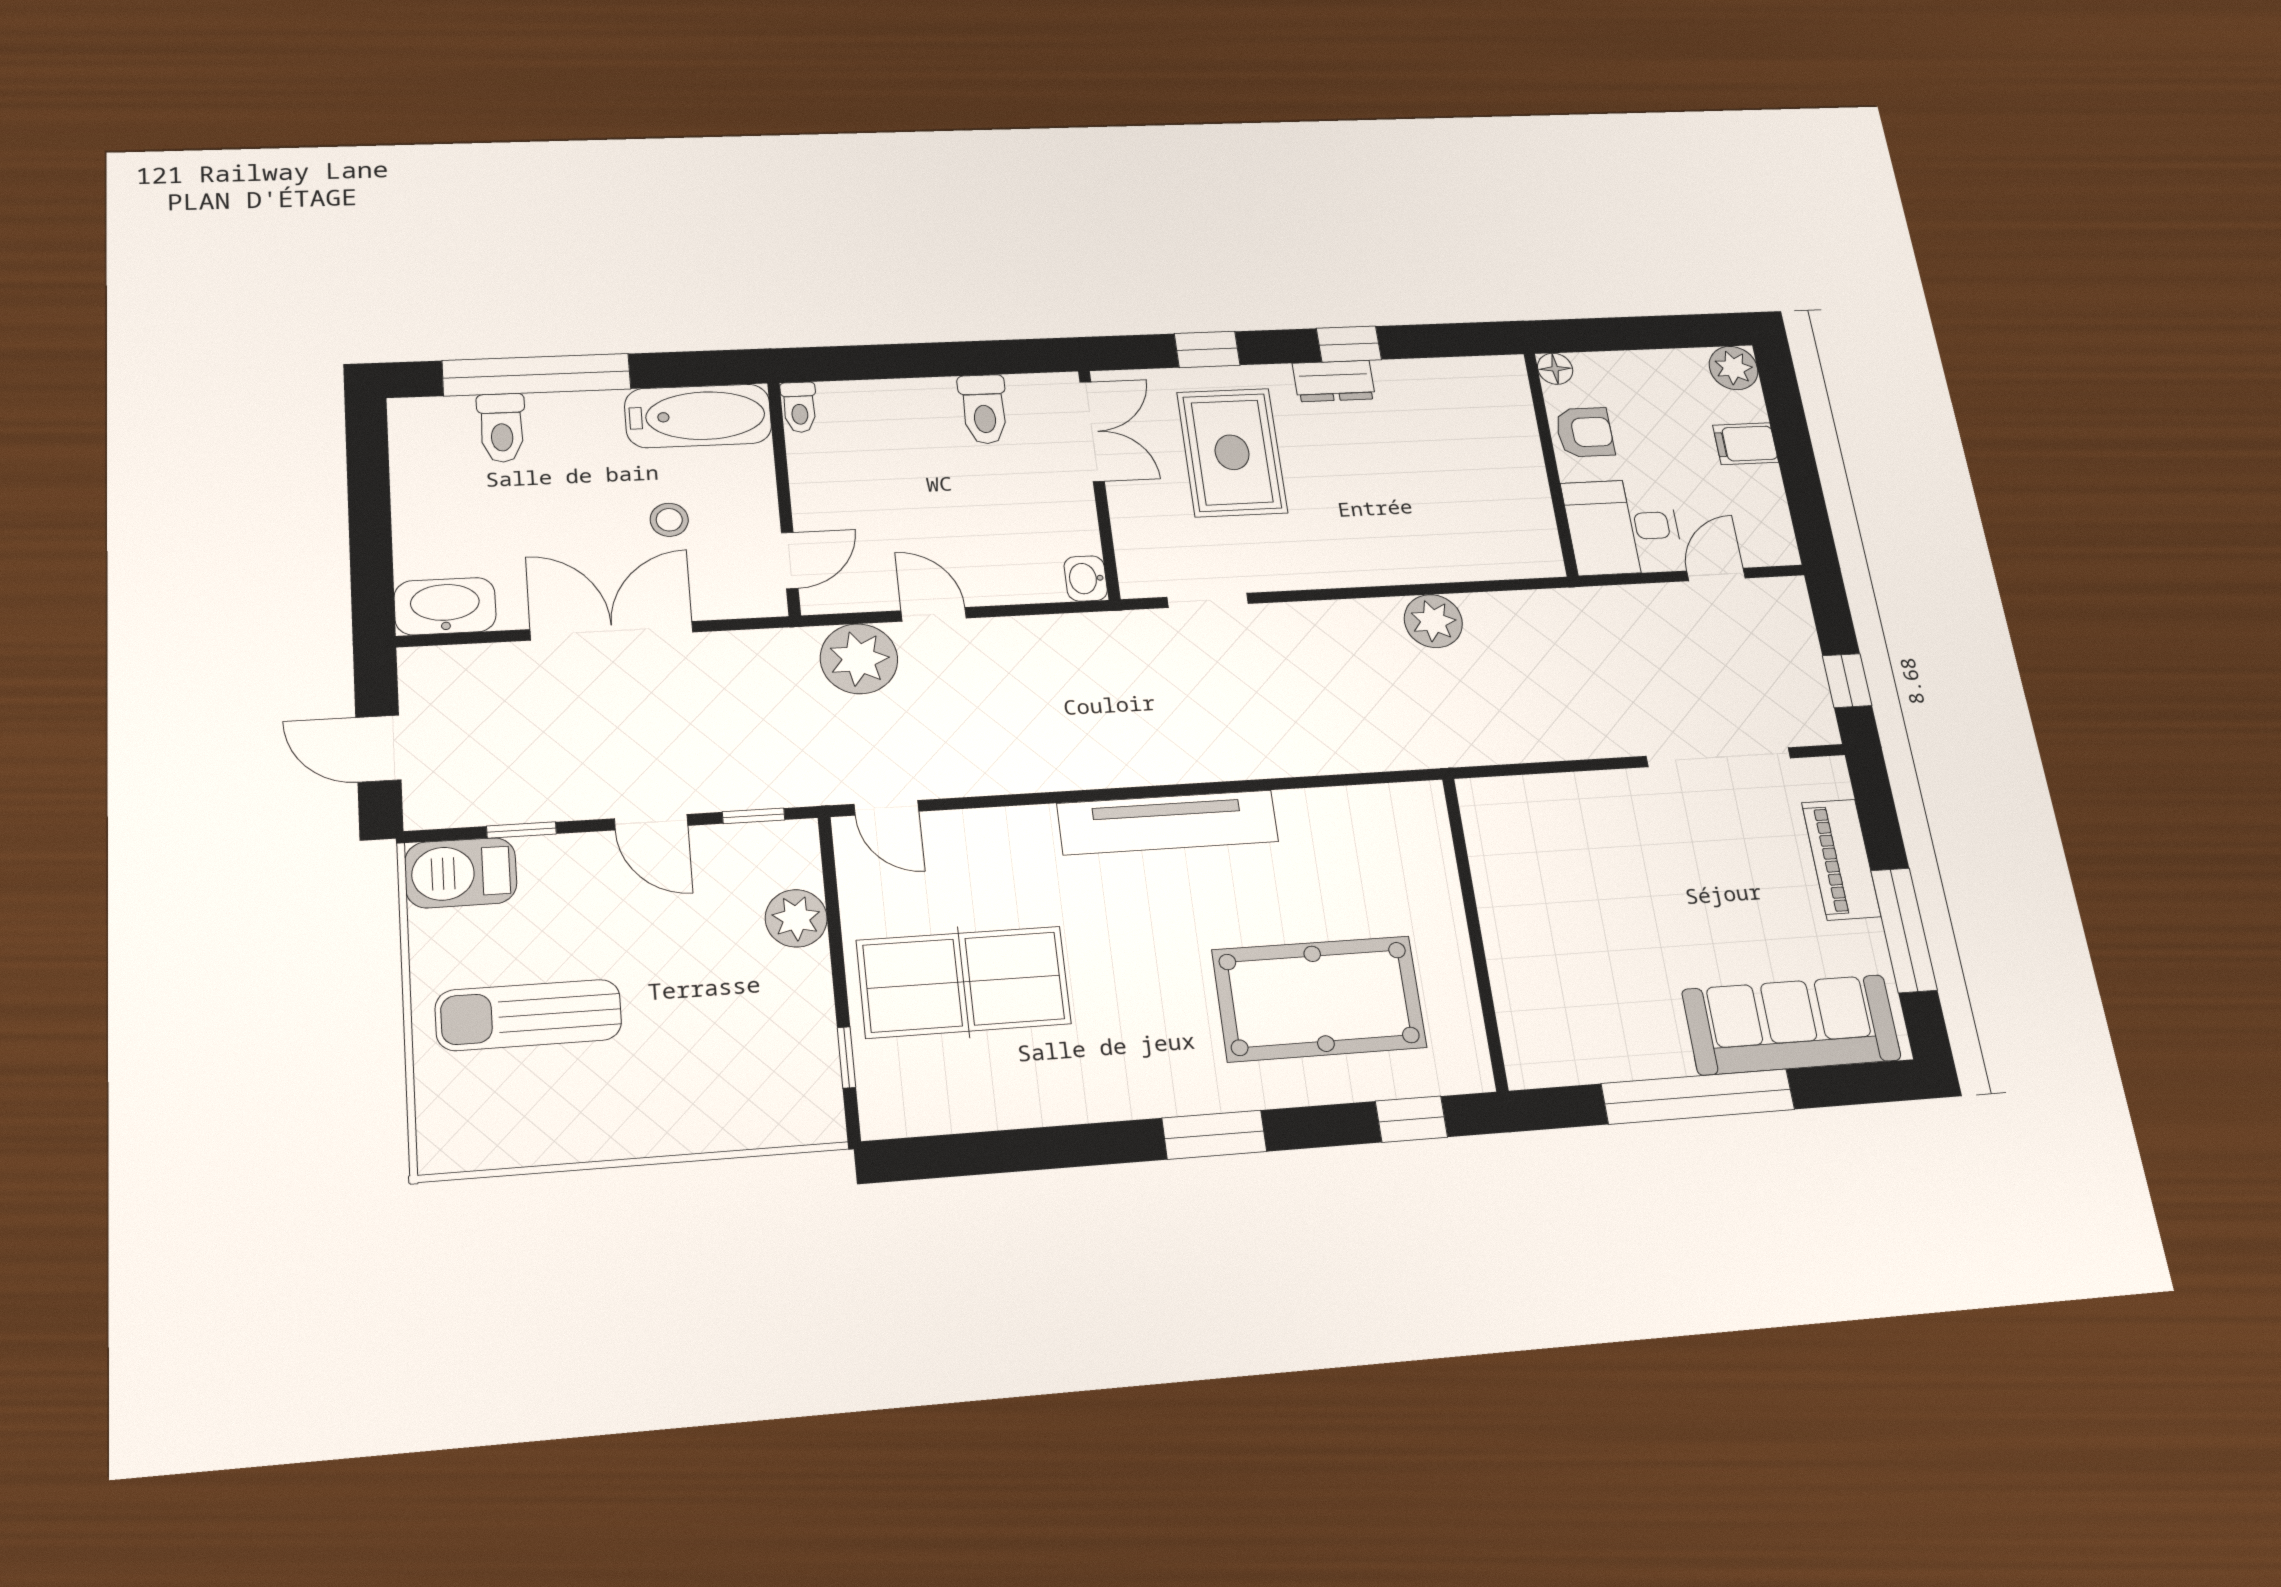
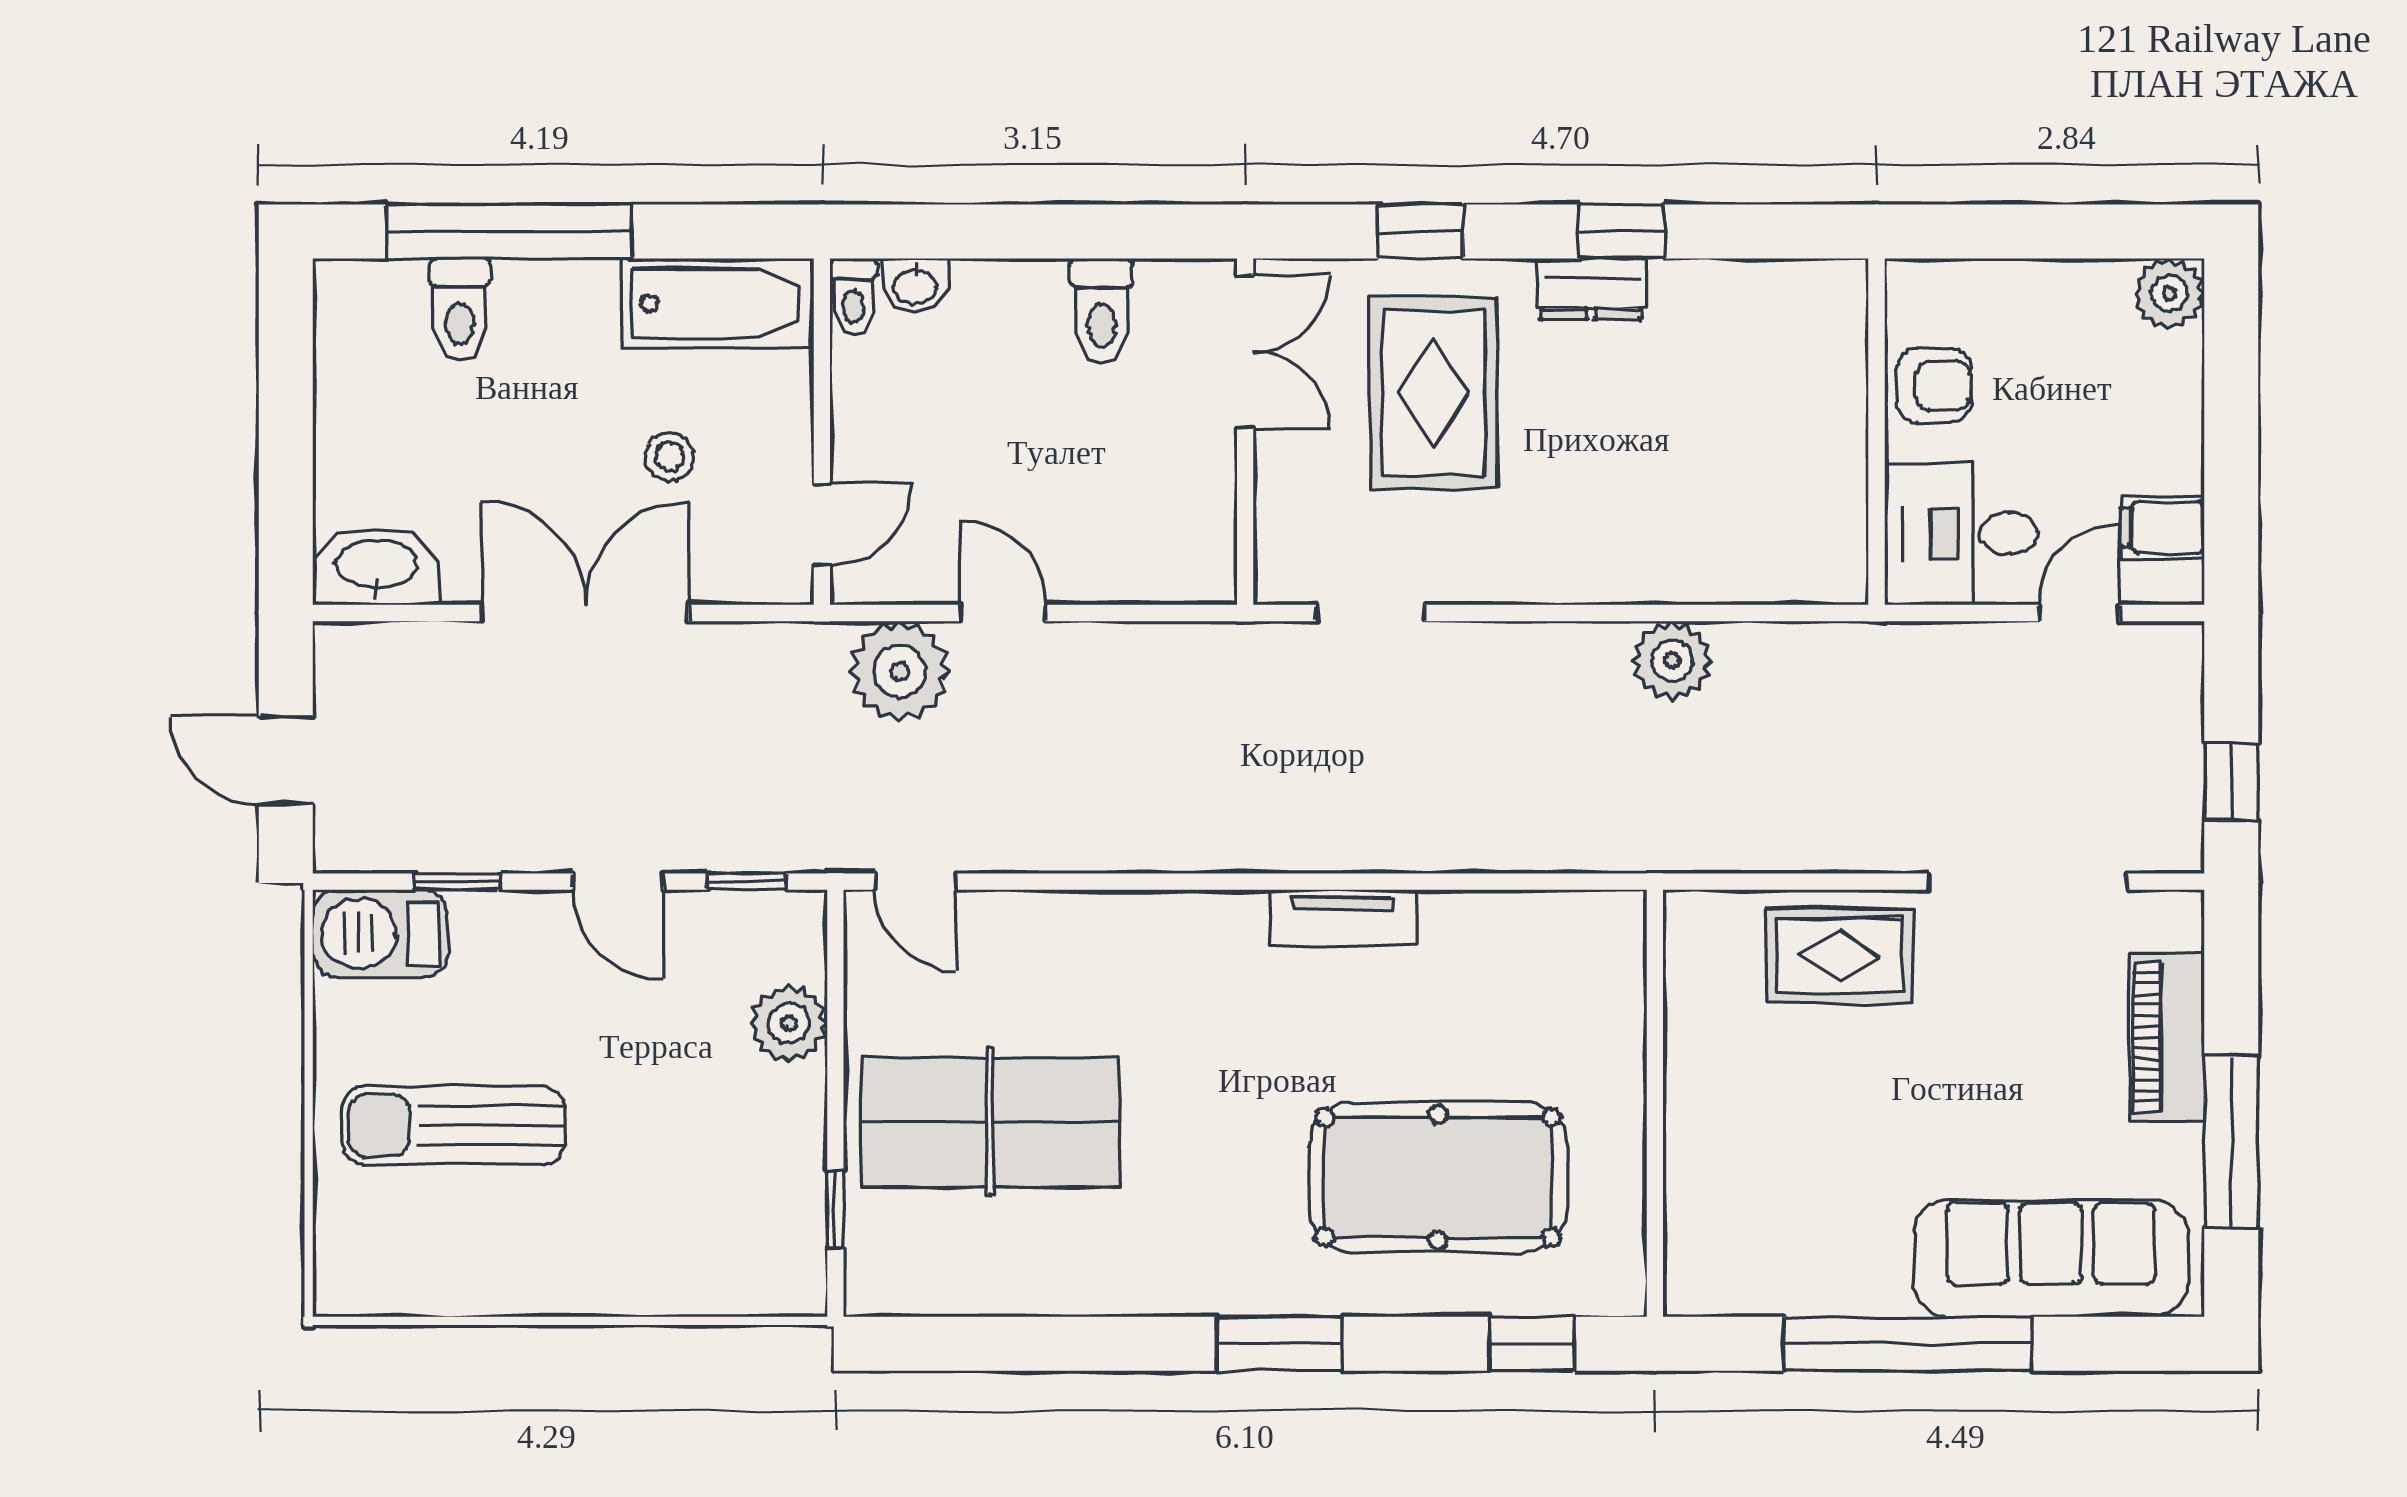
floor lamp: (1555, 369) -> (1910, 283), removed
filing cabinet: (1746, 444) -> (2162, 527), moved
washbasin: (1086, 578) -> (915, 285), moved, turned -90
rug: (1592, 817) -> (1840, 956), added
tv unit: (1168, 823) -> (1343, 918), width x0.52, depth x0.78

